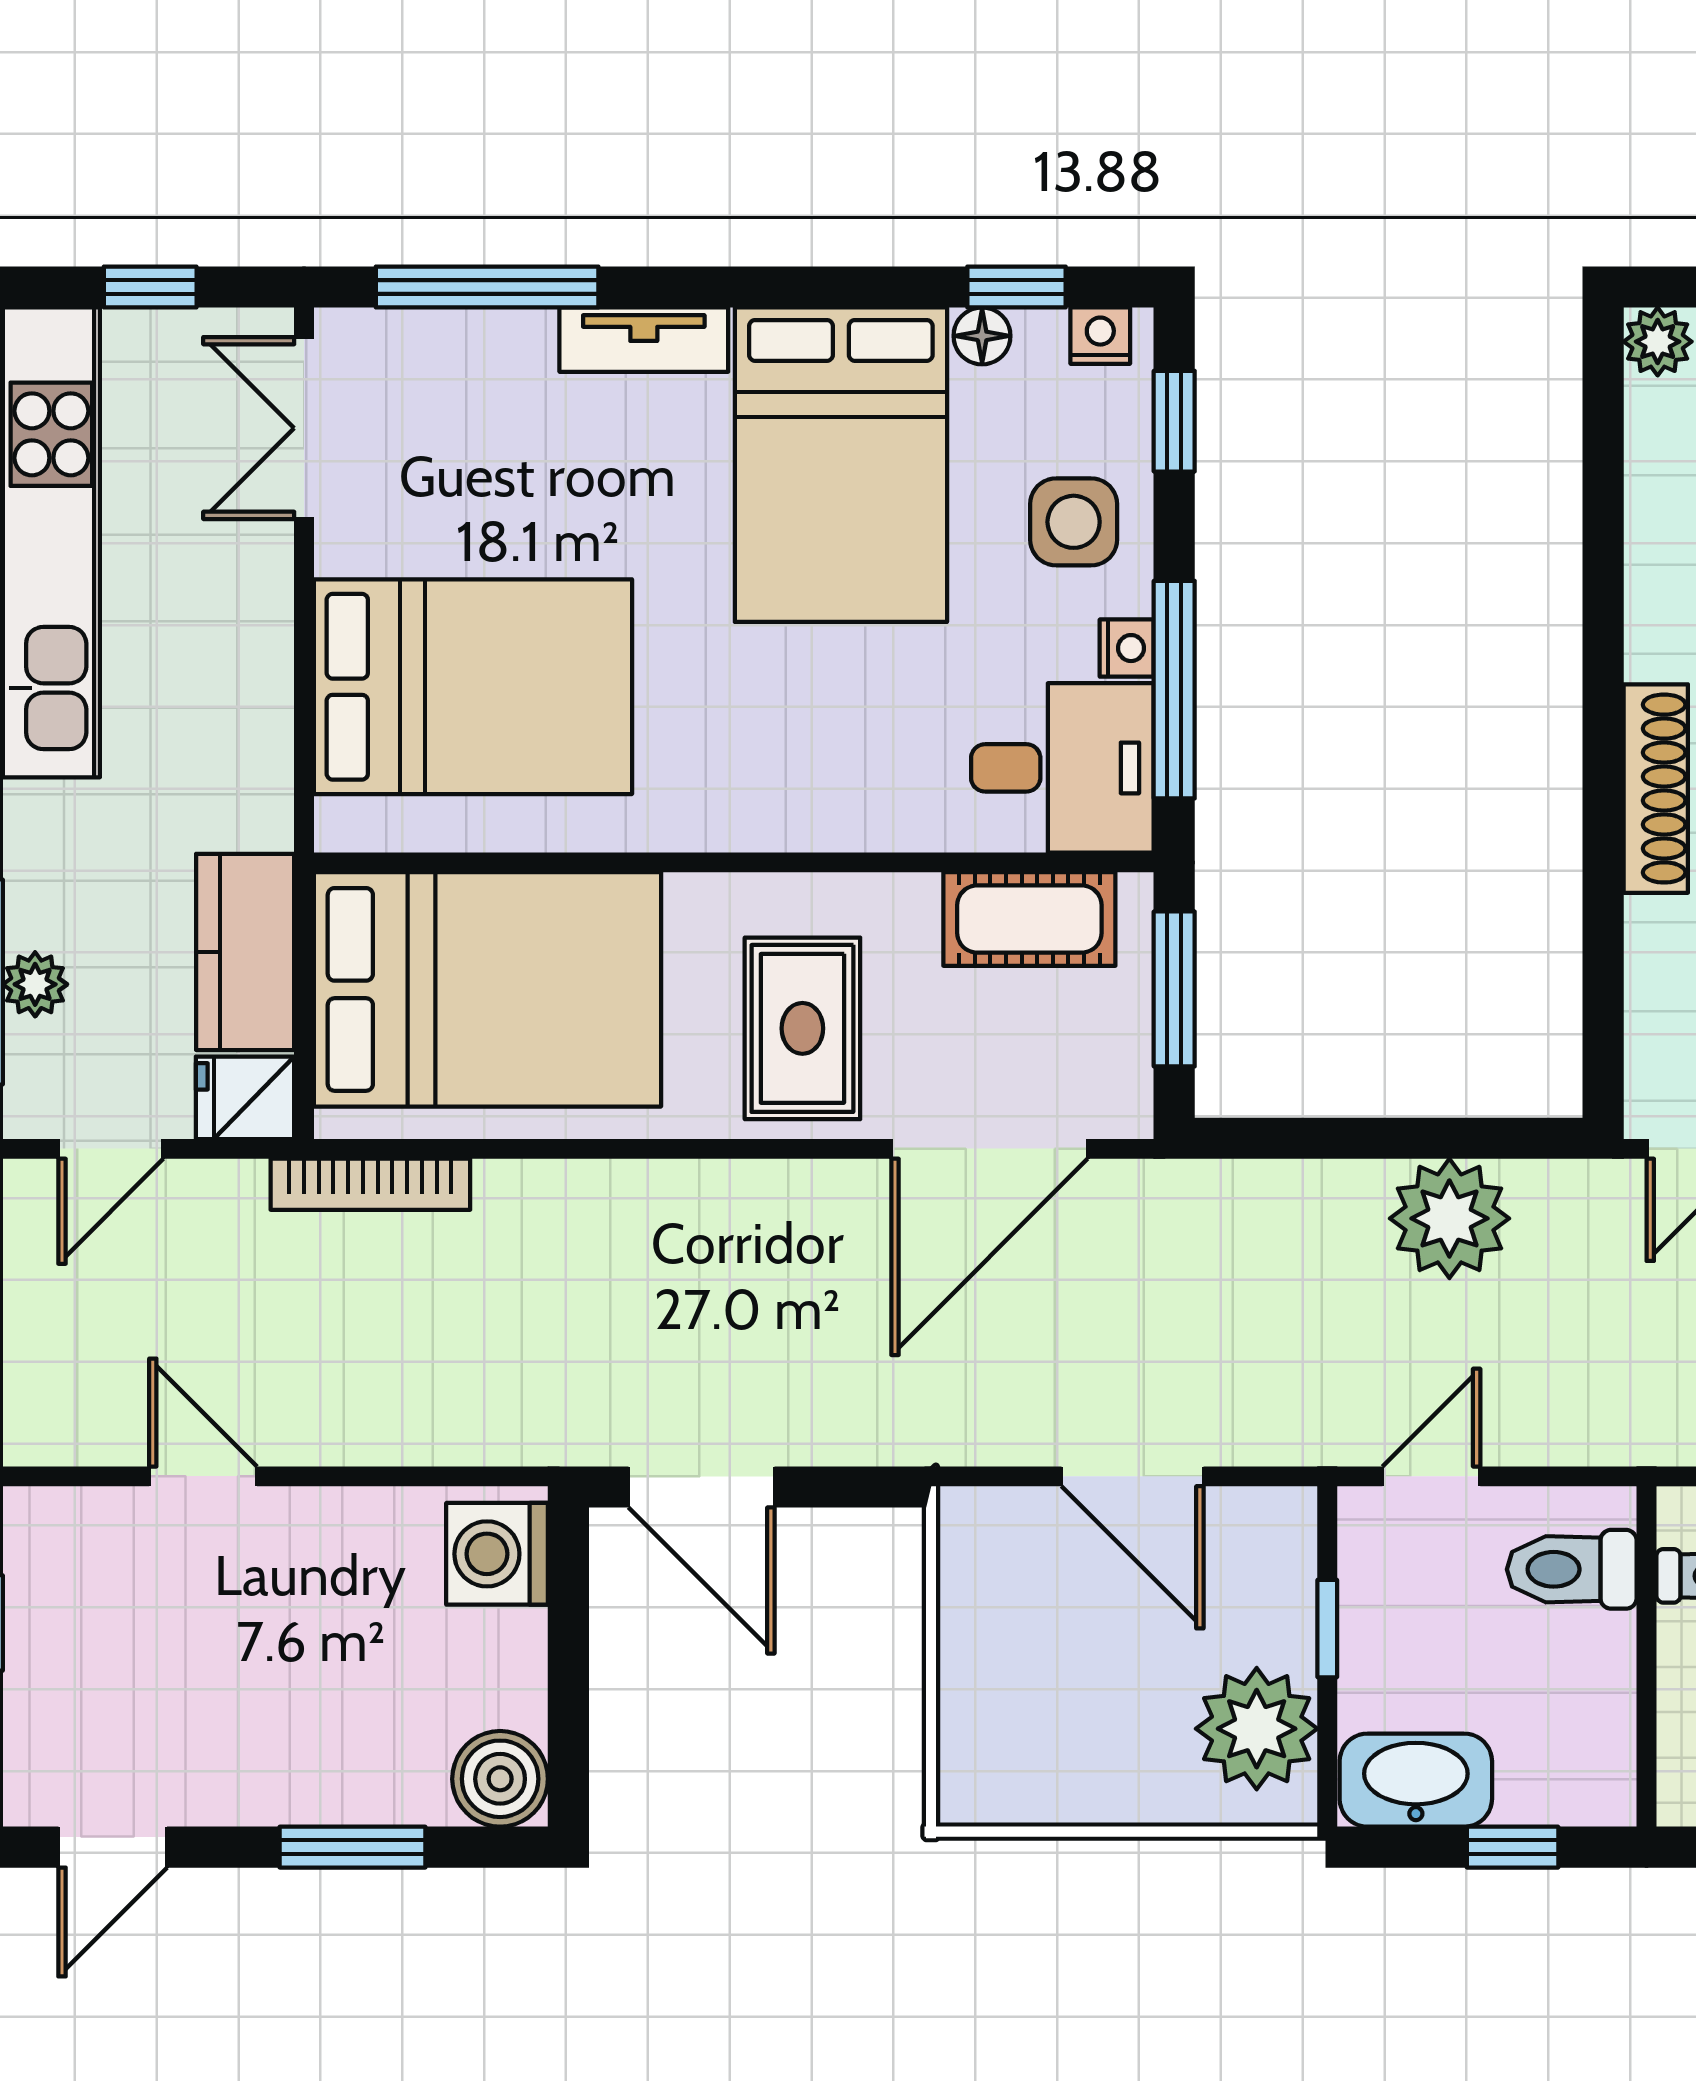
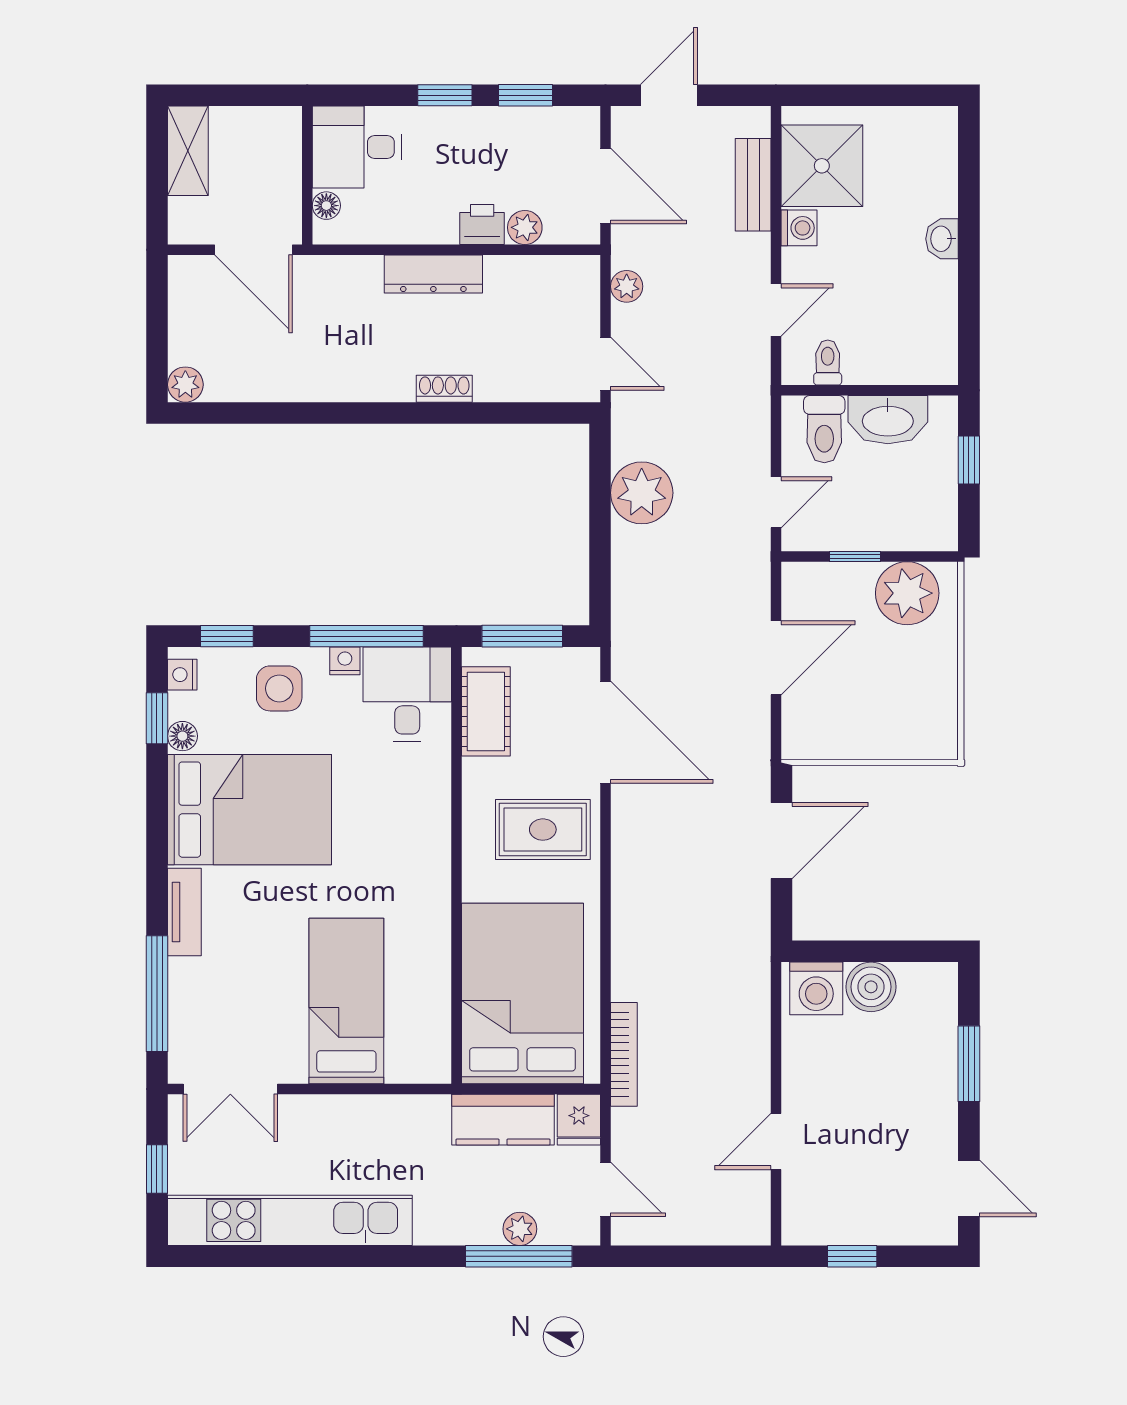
bed: (473, 687) -> (346, 1001), width x0.67
shoe rack: (1656, 789) -> (444, 389), width x0.51, depth x0.81
door: (1431, 1476) -> (776, 502), swing flipped
door: (702, 1487) -> (781, 841), moved
boiler: (500, 1779) -> (871, 987), moved
washbasin: (1416, 1780) -> (888, 420), moved, turned -90

